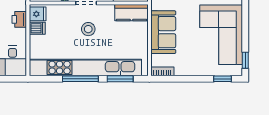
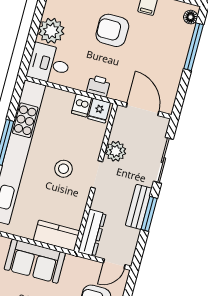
kitchen counter: (131, 13) -> (57, 236), moved, turned 90

